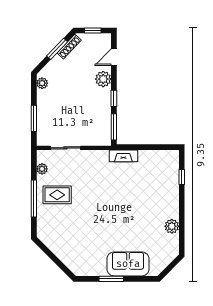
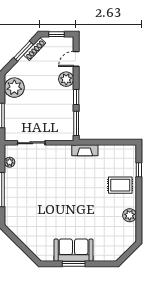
plant: (42, 83) -> (14, 88), width x1.87, depth x1.87
rug: (57, 195) -> (120, 185), moved
sofa: (128, 264) -> (74, 250), moved

